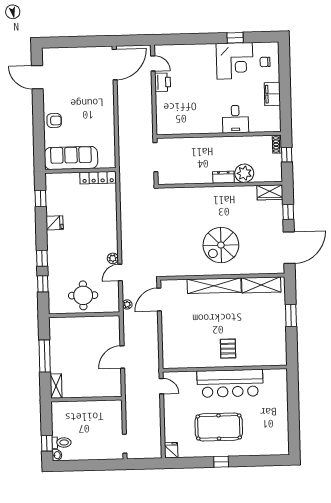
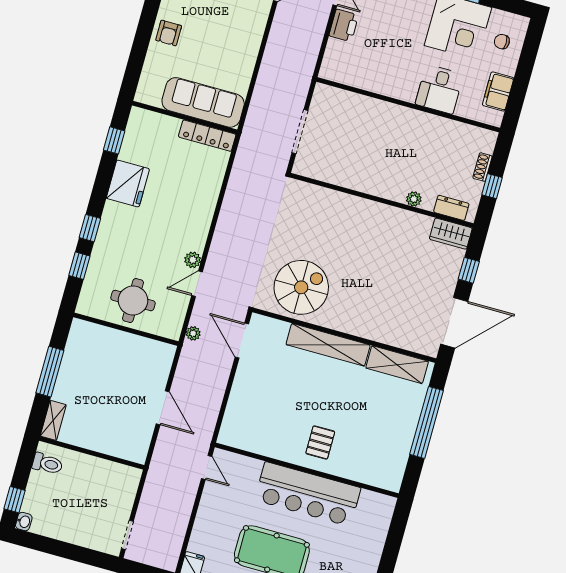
desk: (235, 119) -> (439, 89), moved
armchair: (54, 121) -> (169, 33), turned 90
wall: (219, 135) -> (408, 105), moved
sofa: (71, 158) -> (203, 102), moved
plant: (244, 173) -> (414, 199), width x0.53, depth x0.53
dresser: (223, 177) -> (451, 208), moved
fridge: (55, 223) -> (128, 184), width x1.88, depth x1.34
spiral stairs: (221, 245) -> (301, 287), moved, turned 180
door: (159, 300) -> (242, 340), hinge flipped
window: (291, 316) -> (427, 422), width x2.11
door: (122, 357) -> (163, 408), swing flipped
toilet: (61, 443) -> (47, 464), moved

